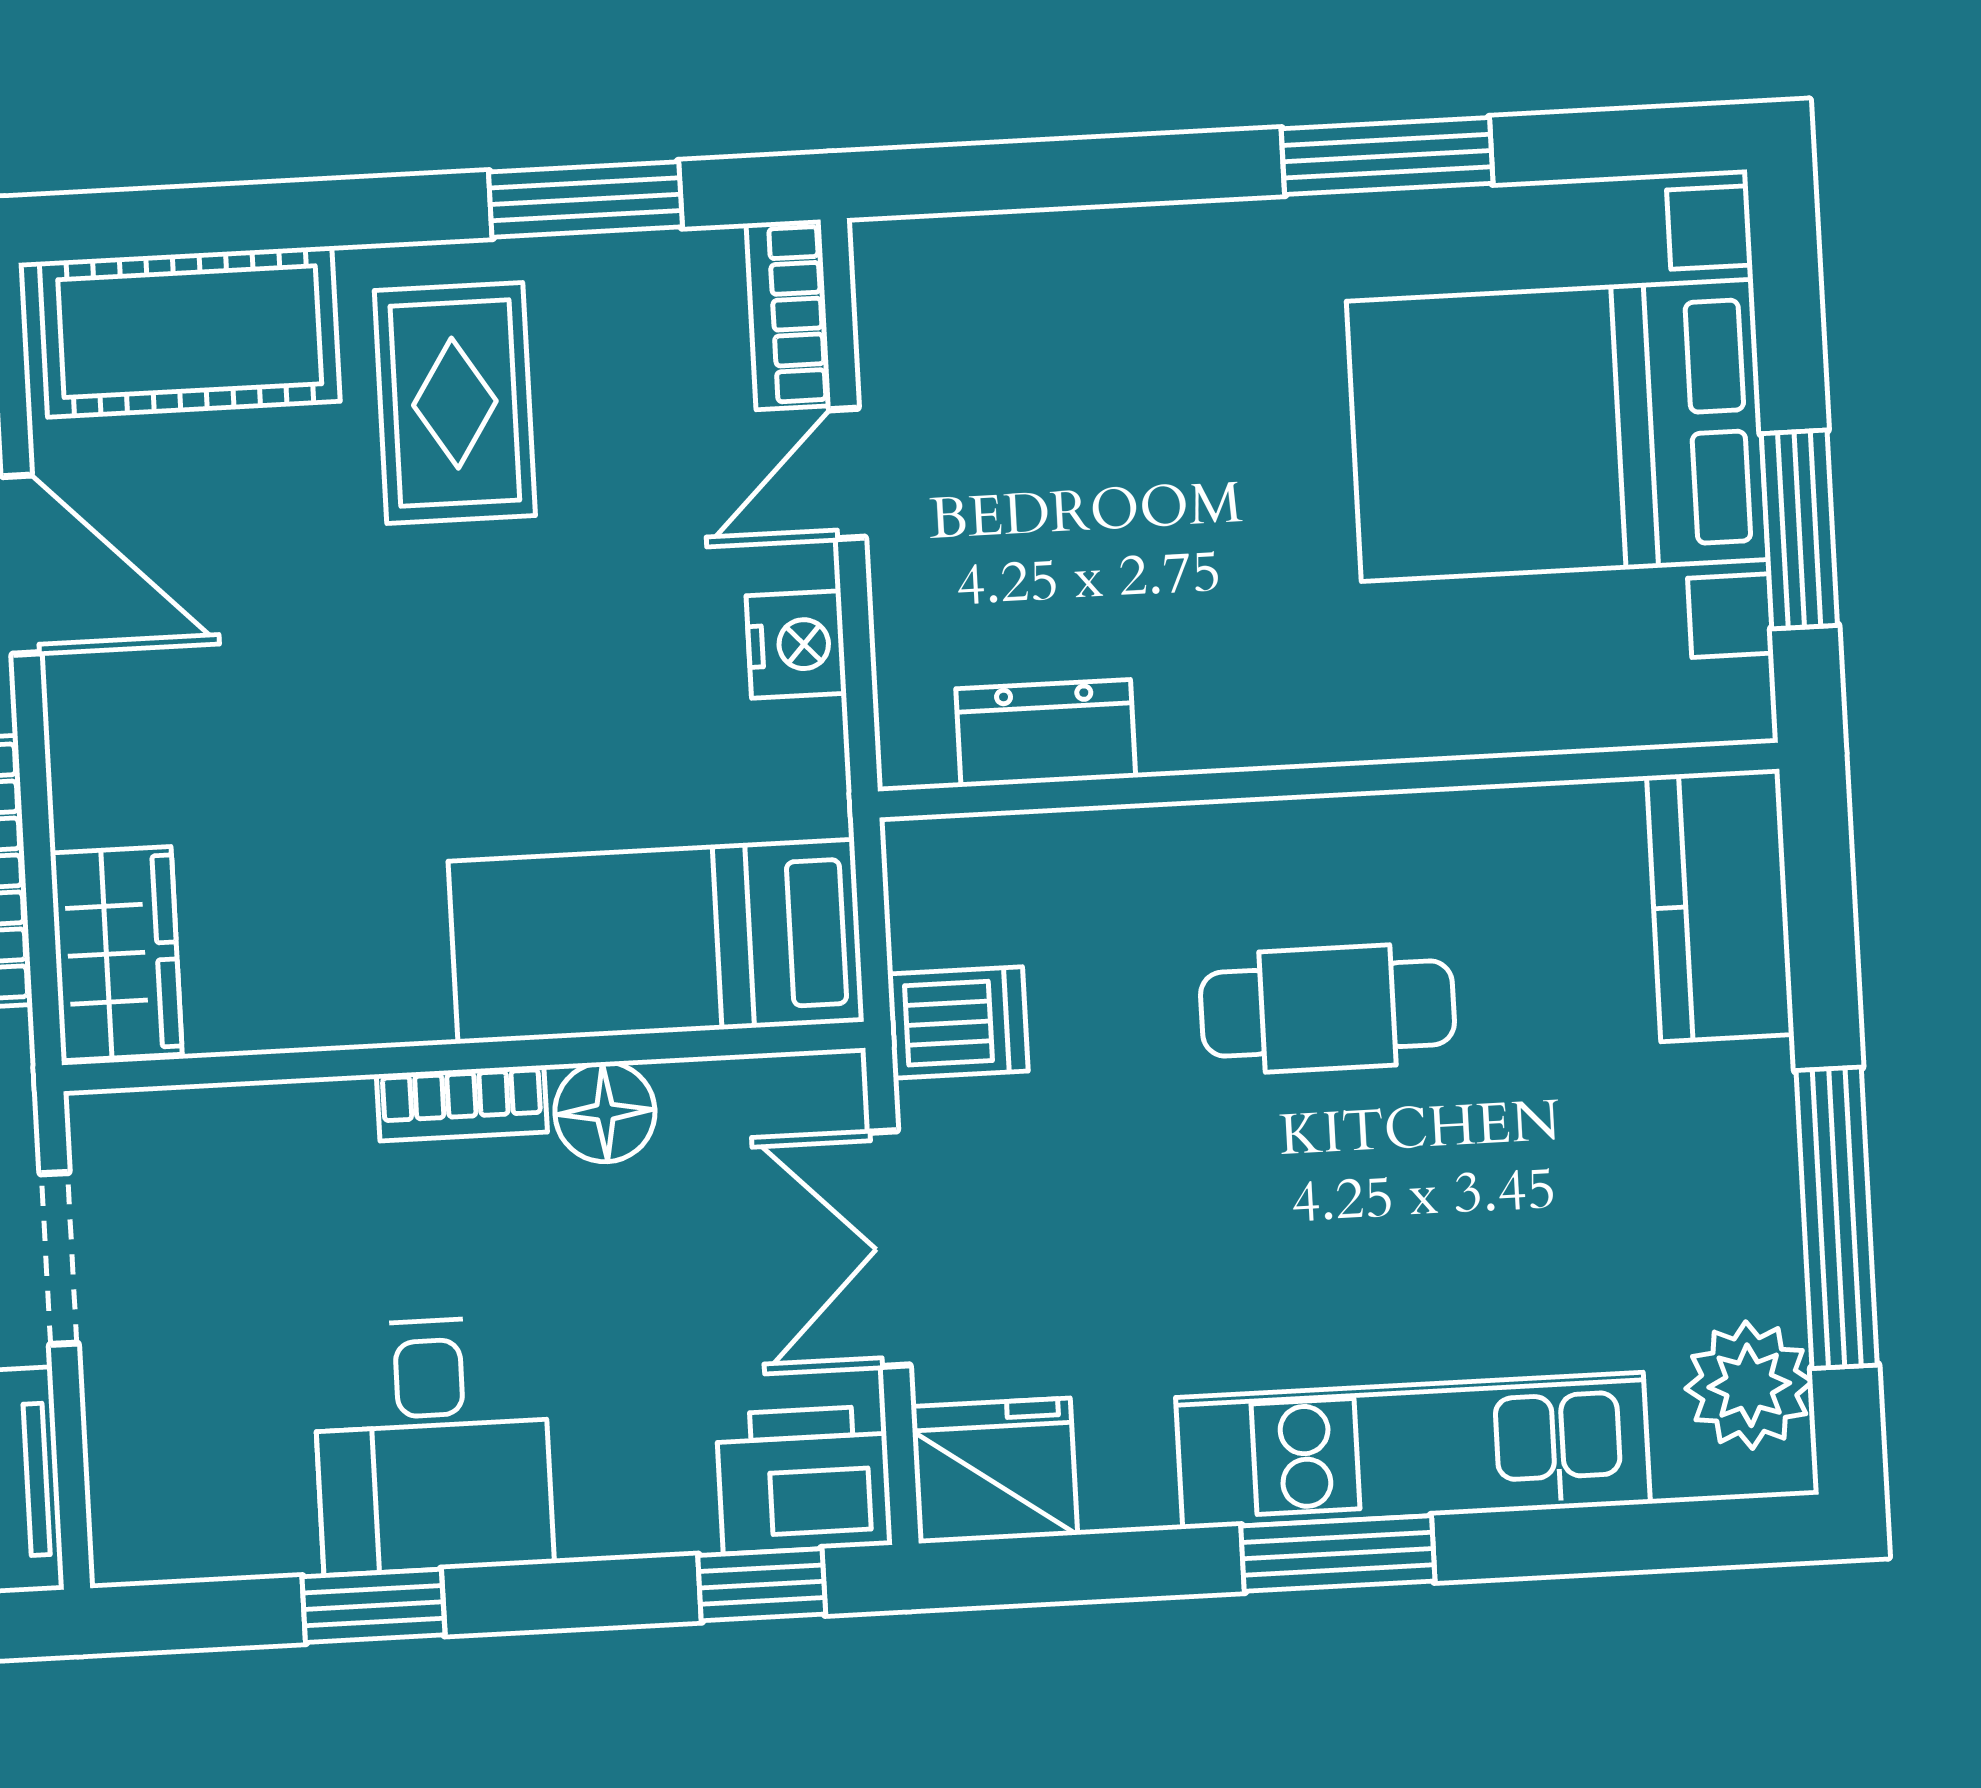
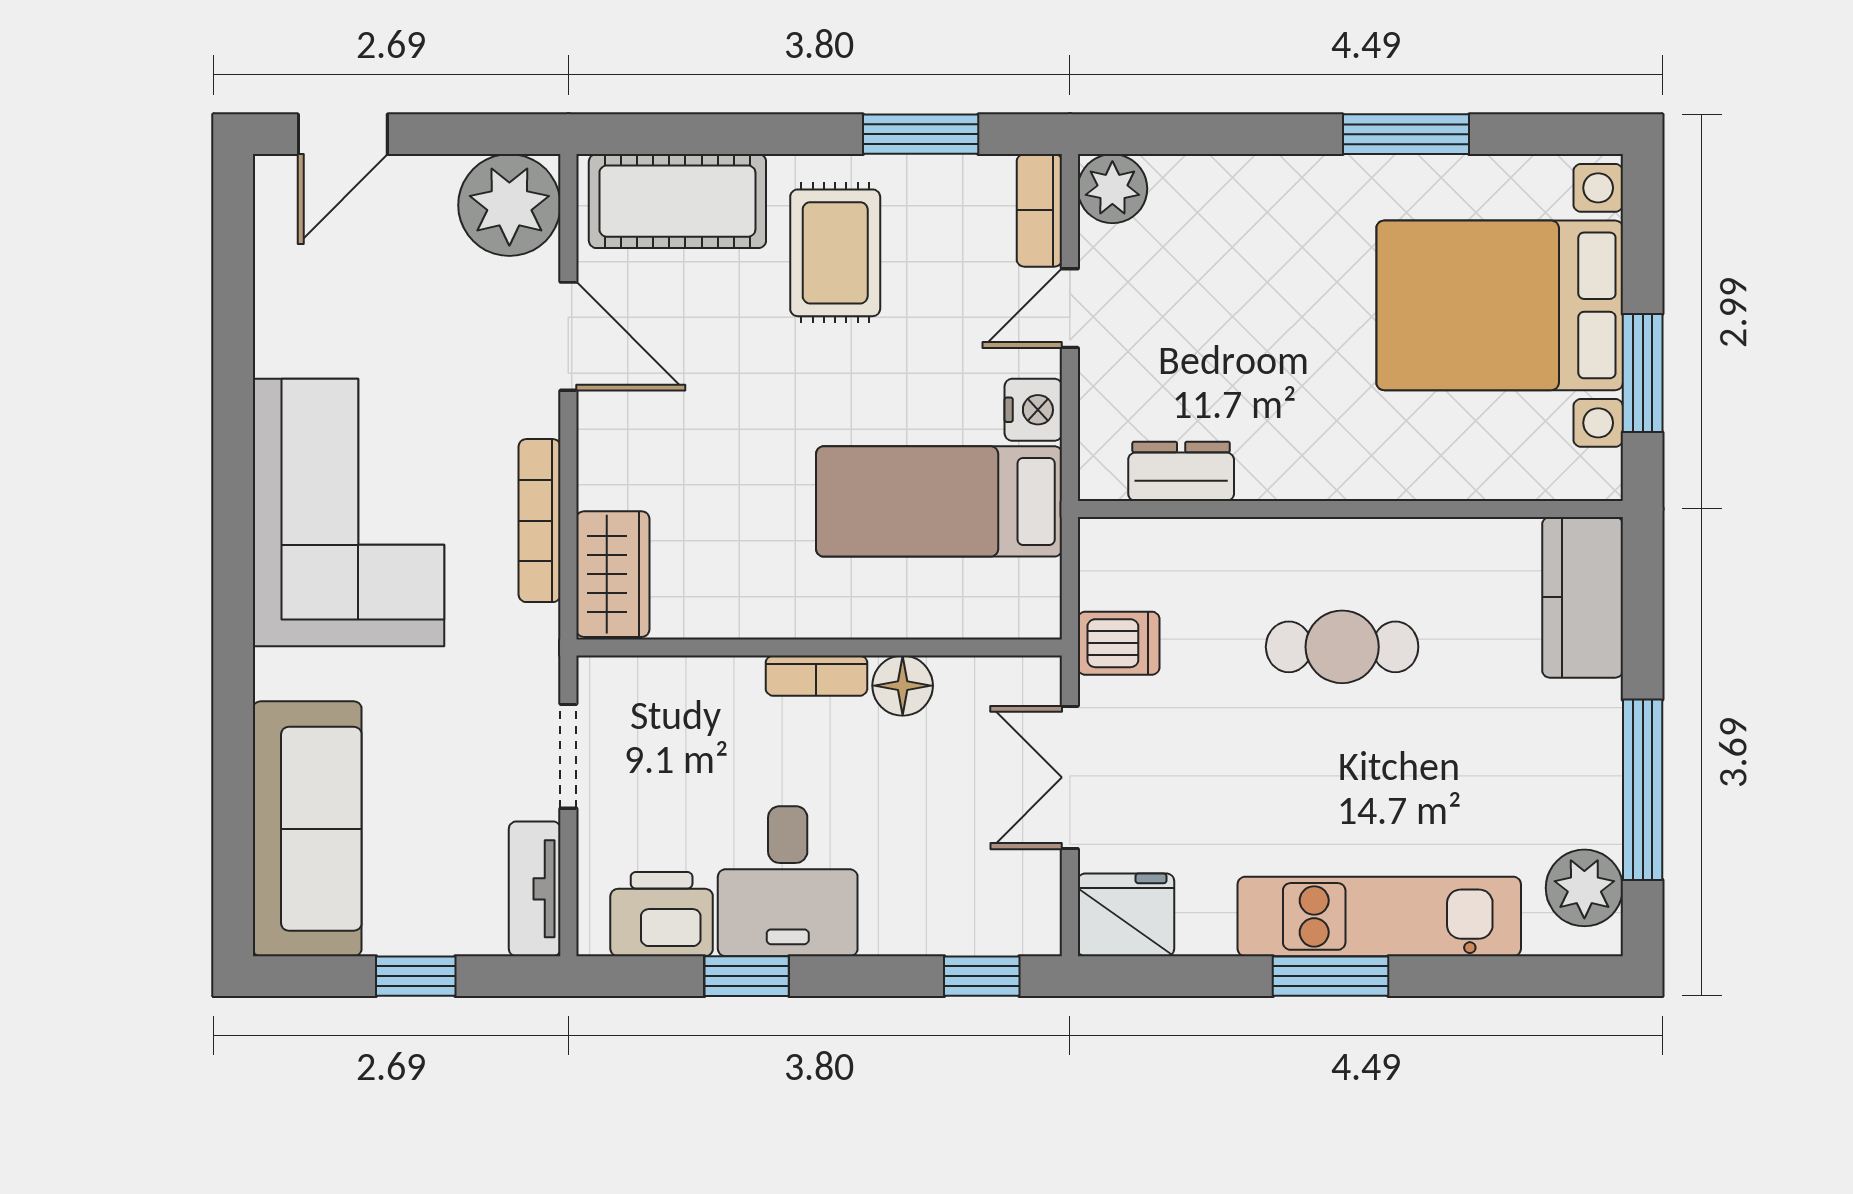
plant: (907, 272) -> (1112, 189), added
bed: (656, 941) -> (939, 501), moved
printer: (804, 1480) -> (662, 914), moved

